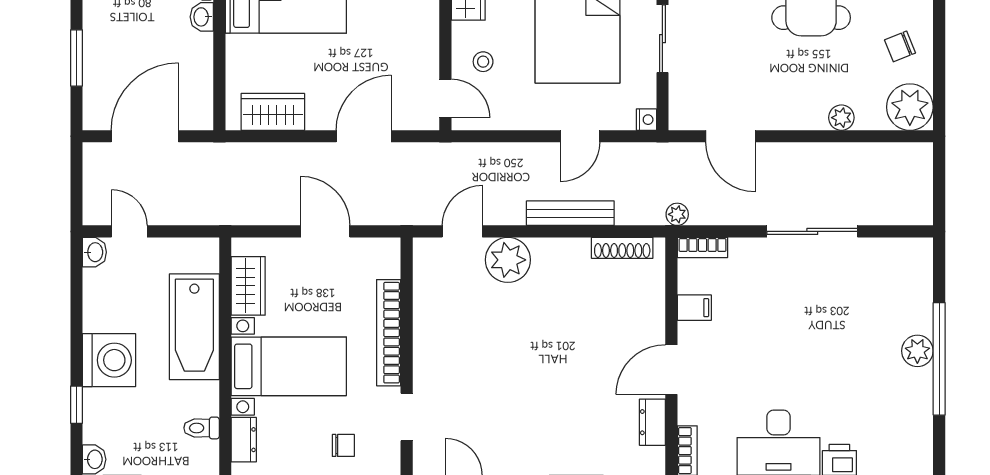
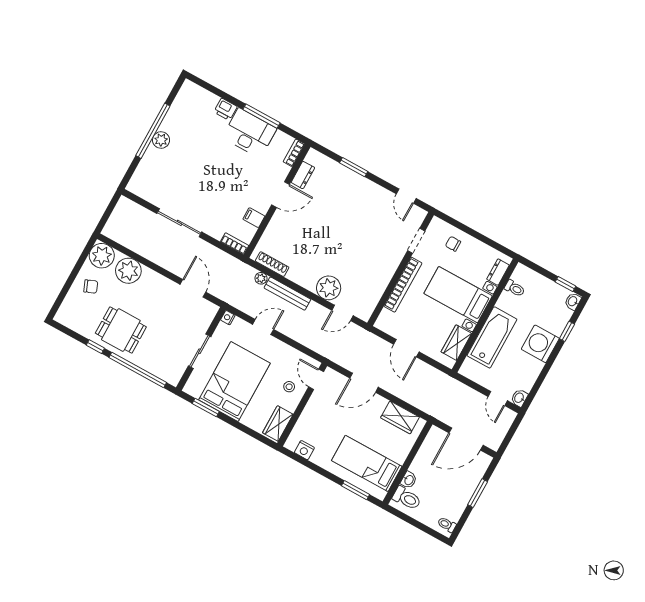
plant: (841, 118) -> (128, 271), width x1.87, depth x1.87
plant: (677, 214) -> (261, 278), moved

